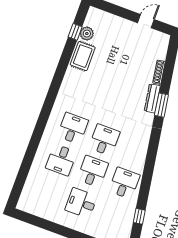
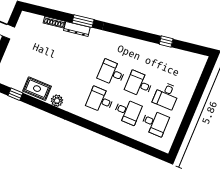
plant: (87, 34) -> (57, 101), moved
desk: (124, 183) -> (155, 123), moved, turned 180
window: (139, 216) -> (166, 42), moved

